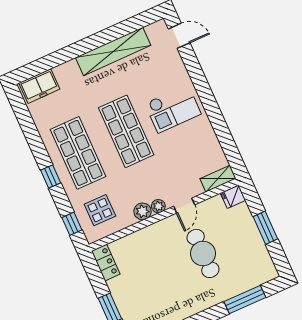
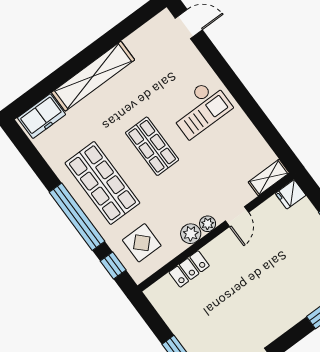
shelving: (113, 51) -> (93, 76), moved
shop shelf: (126, 131) -> (152, 146), width x0.70, depth x0.74
window: (51, 177) -> (77, 217), width x3.17
cafe table: (203, 253) -> (270, 267), removed
locker: (106, 263) -> (189, 269), moved, turned 90

